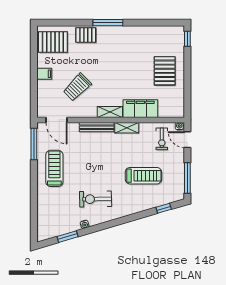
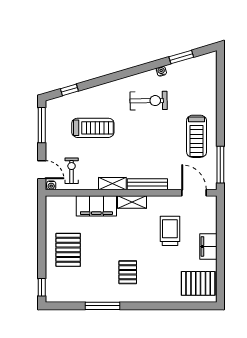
window: (108, 23) -> (102, 306), moved
pallet: (86, 35) -> (128, 272), moved, turned 90
filing cabinet: (44, 74) -> (208, 246), width x2.00
trolley: (77, 87) -> (170, 231), turned -45
treadmill: (143, 176) -> (93, 128), turned 180

